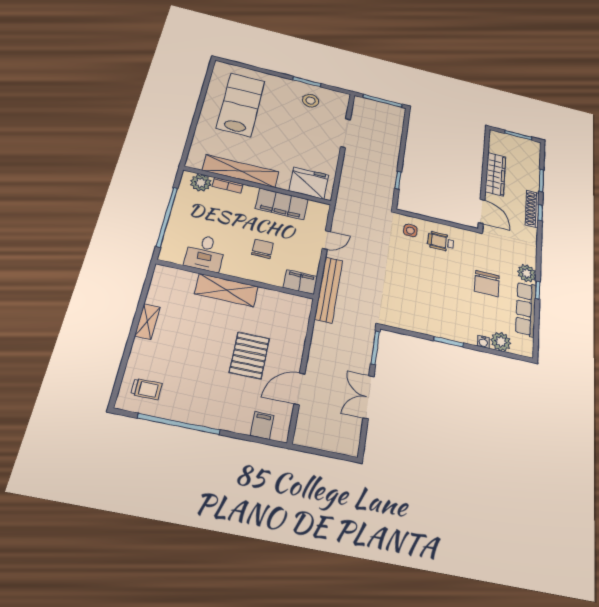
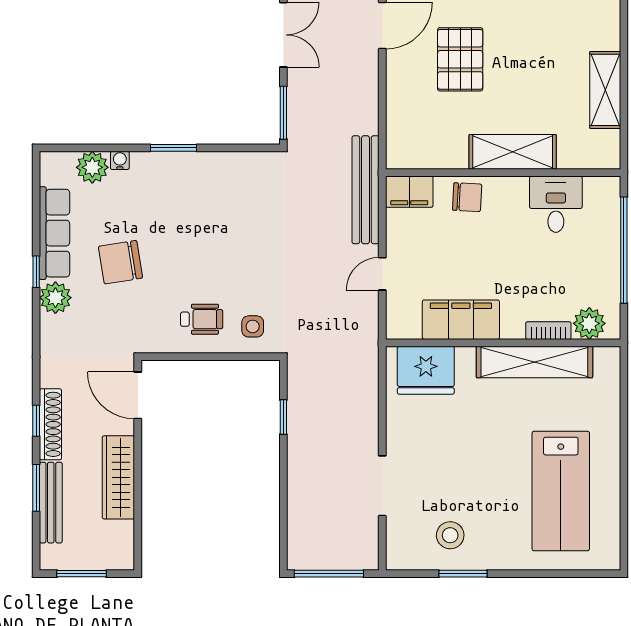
bench: (534, 172) -> (51, 503), added
chair: (263, 249) -> (467, 197), moved, turned -87
chair: (487, 284) -> (120, 262), turned -99
shelving: (147, 322) -> (605, 90), width x1.50, depth x1.33

